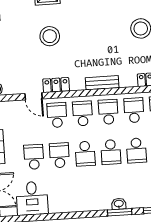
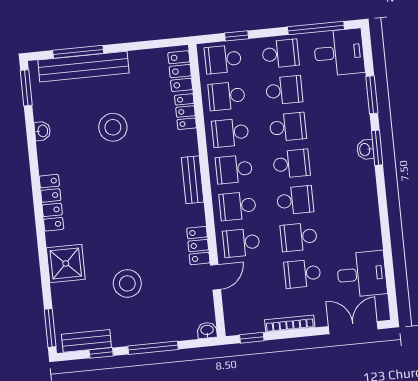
stool: (50, 36) -> (127, 283), moved

